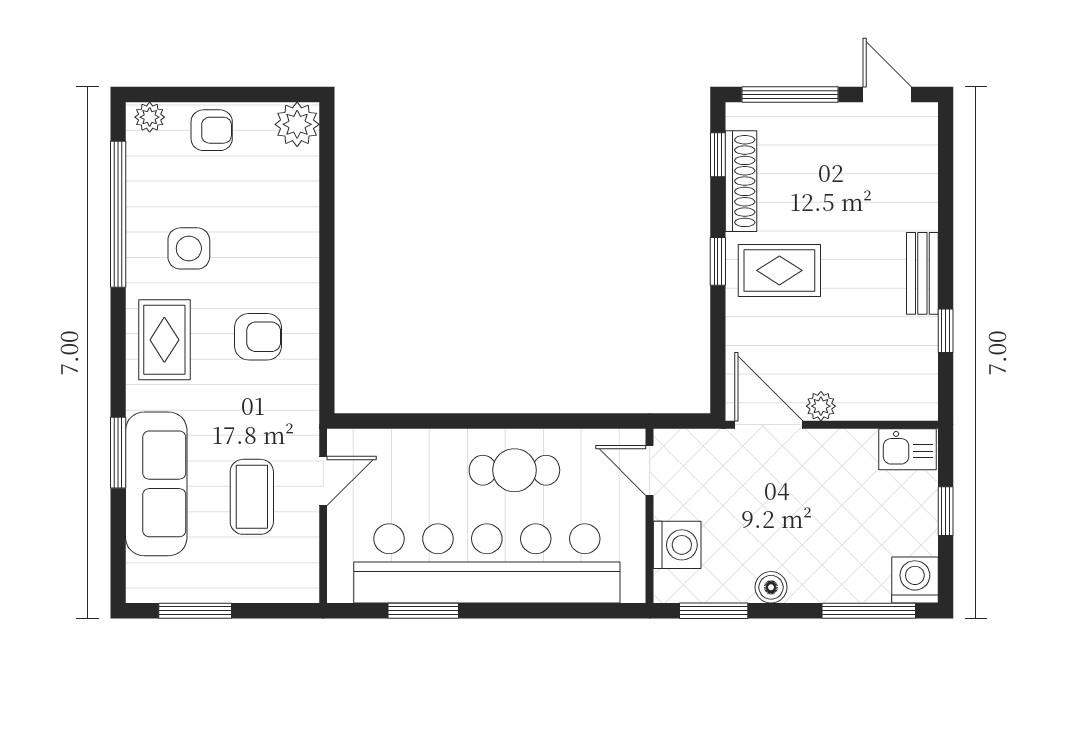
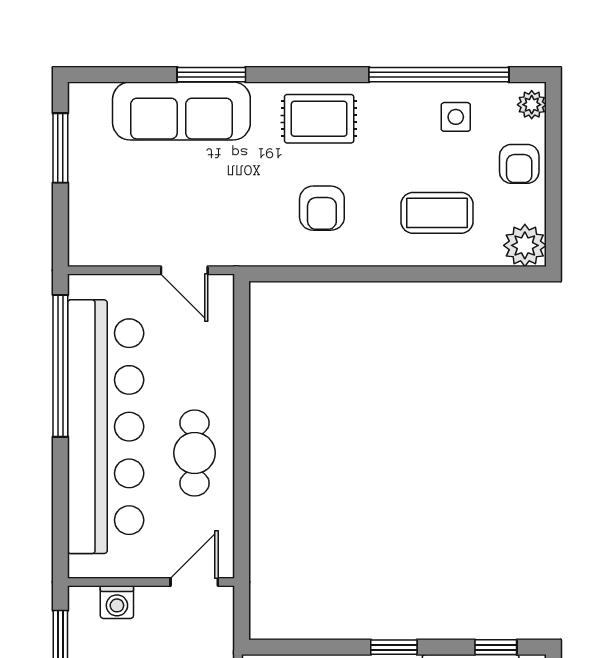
side table: (189, 248) -> (456, 117), moved, width x0.73, depth x0.73
coffee table: (252, 497) -> (437, 213), moved
washing machine: (677, 545) -> (117, 602), width x0.73, depth x0.73
window: (423, 611) -> (60, 366), width x2.11

